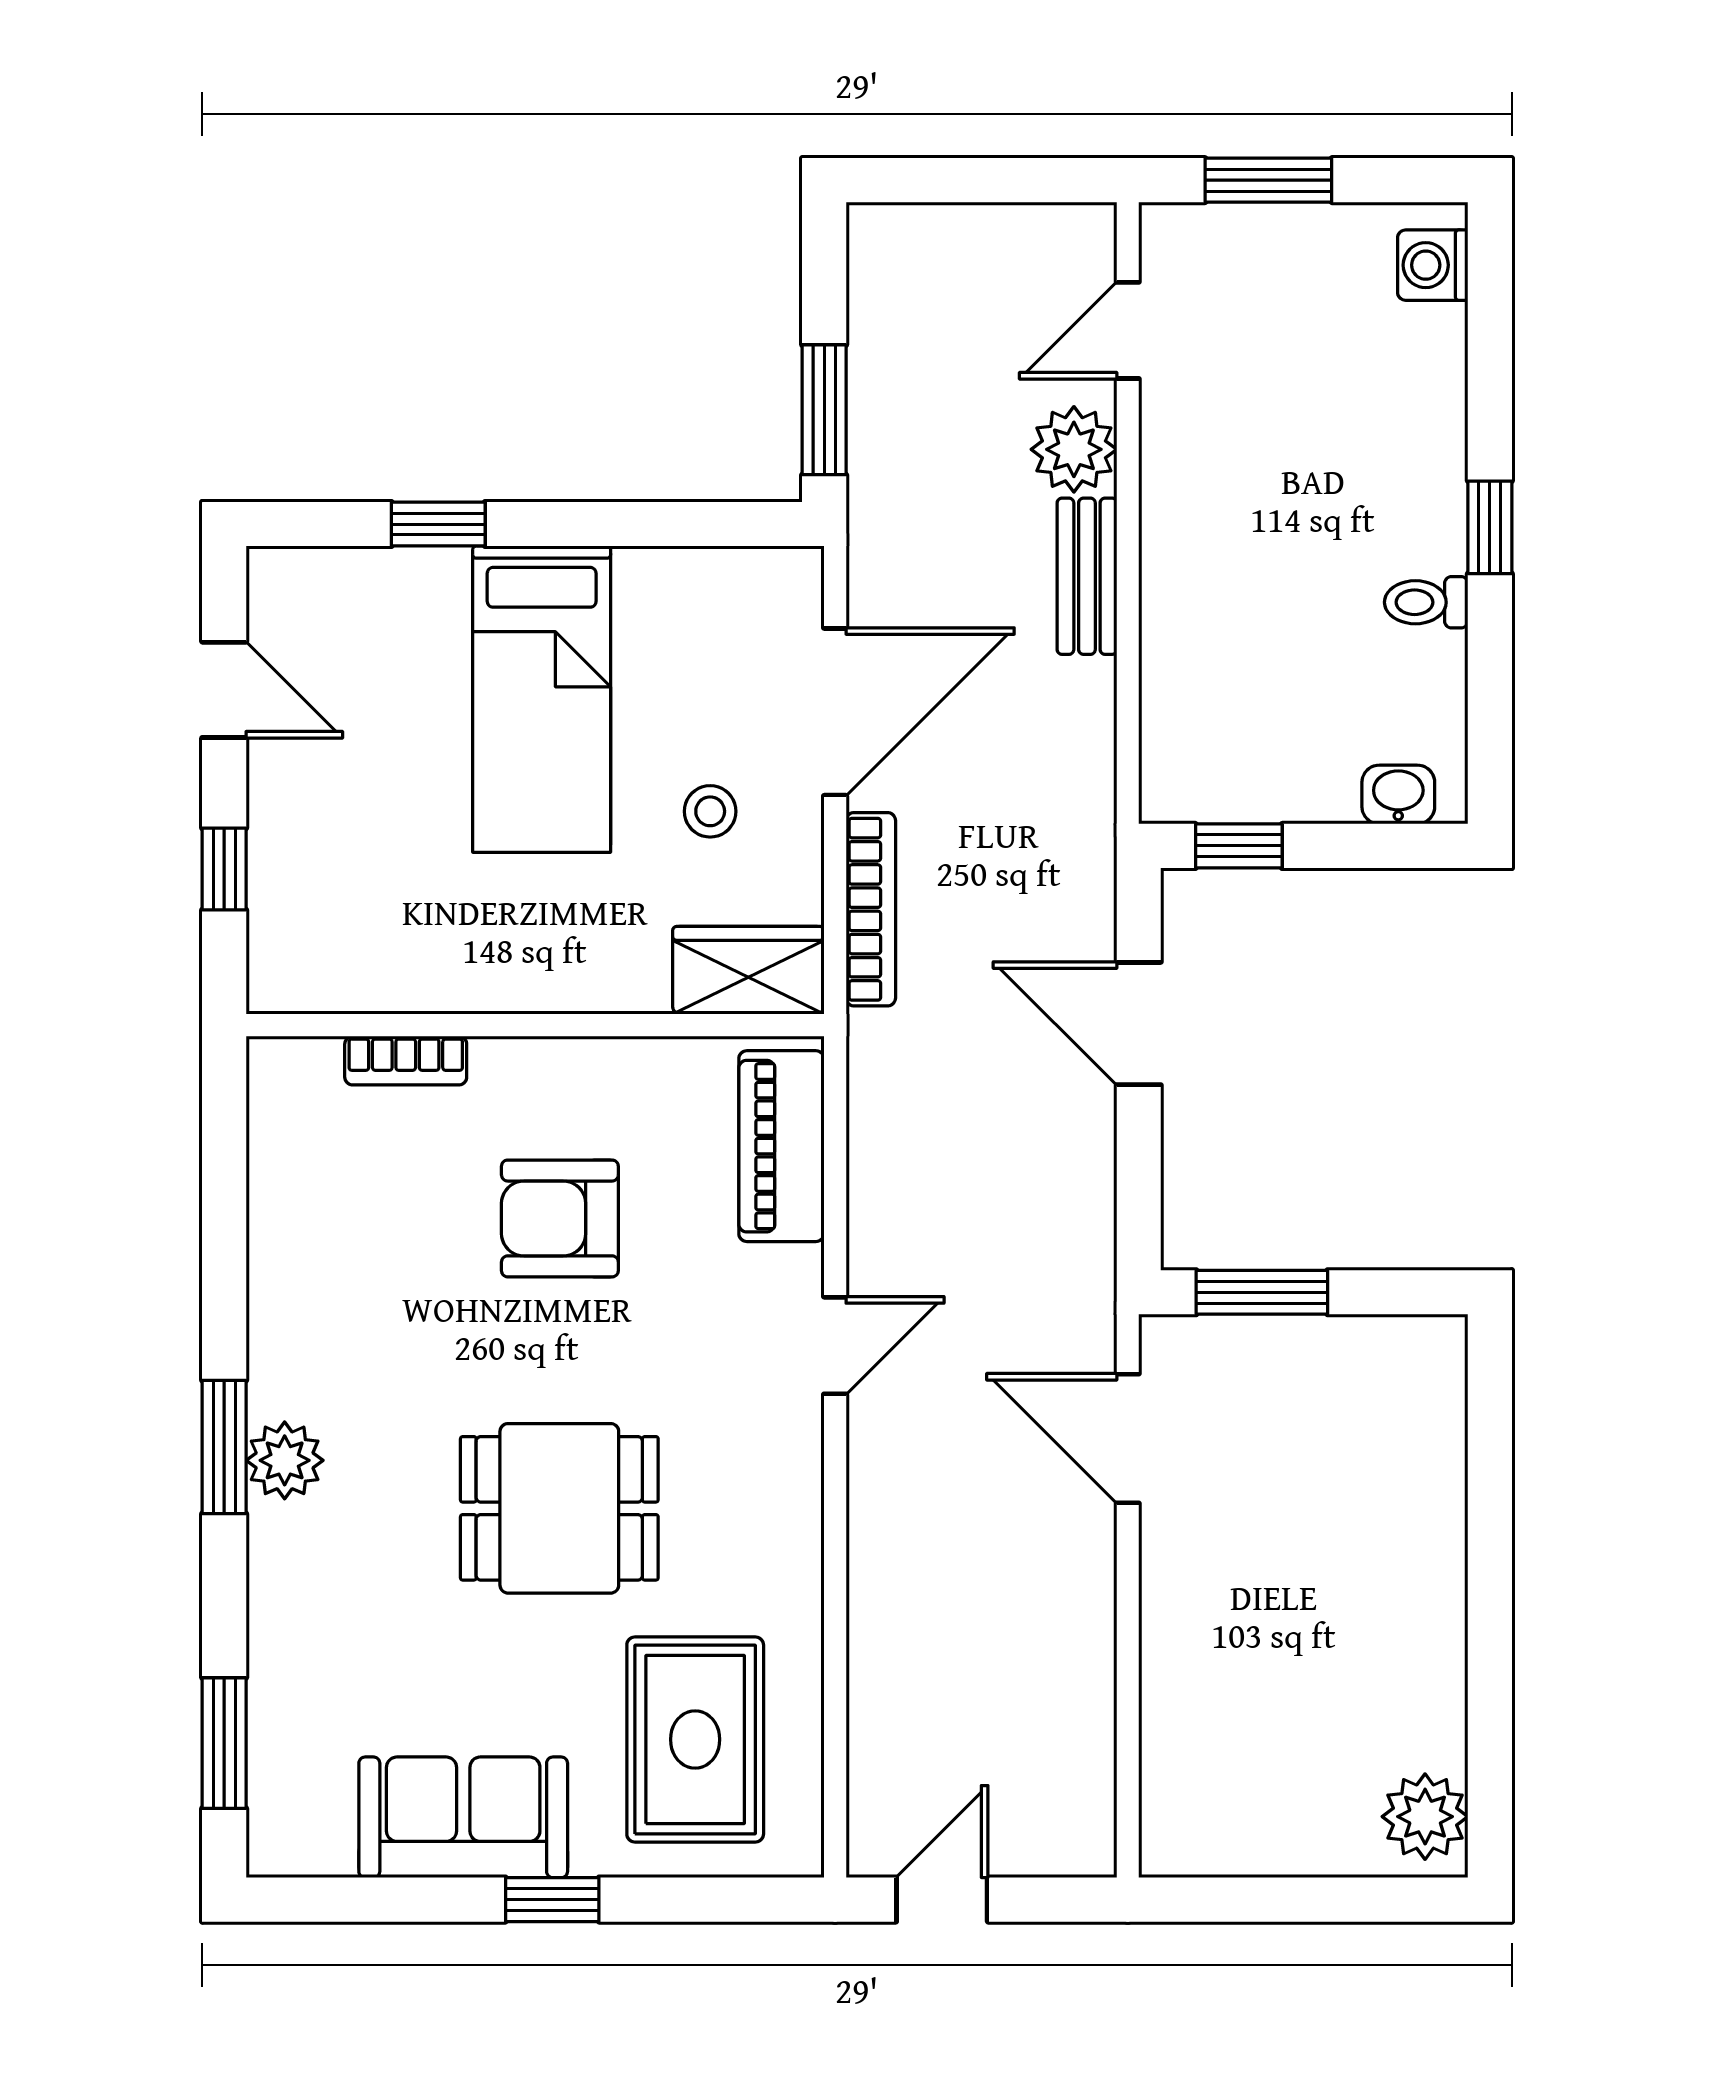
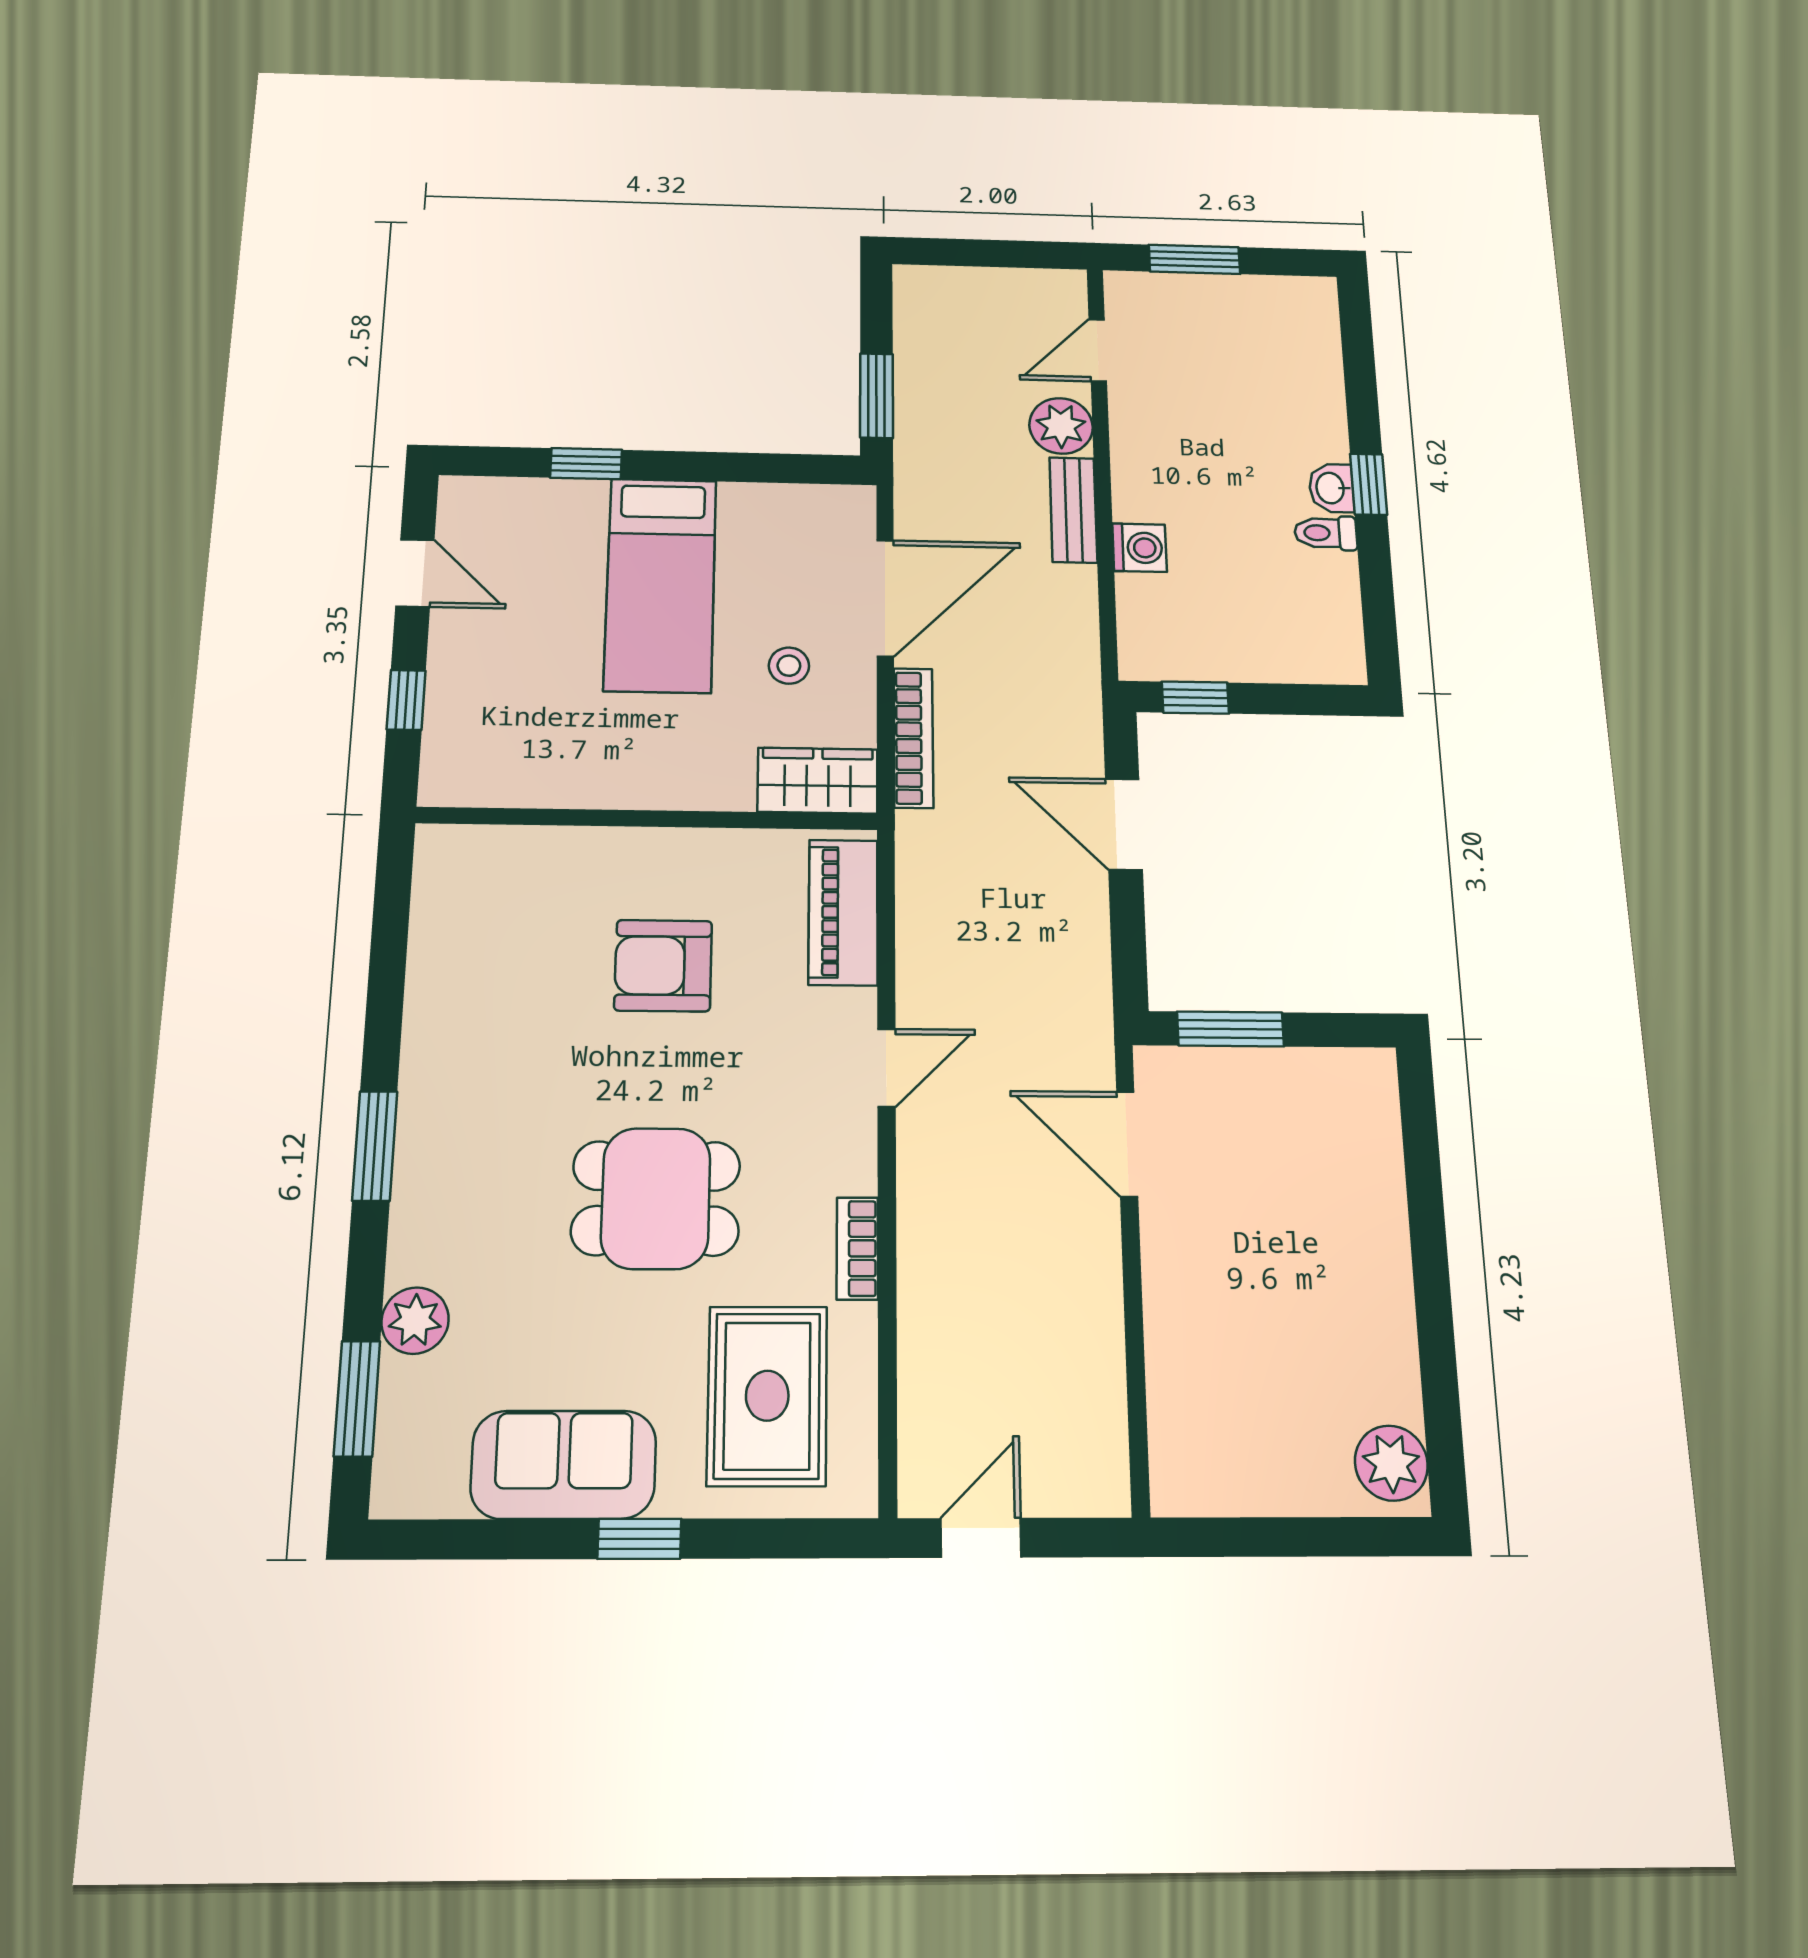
washing machine: (1433, 265) -> (1140, 548), moved, turned 180
washbasin: (1398, 795) -> (1331, 488), moved, turned -90
bookcase: (406, 1061) -> (857, 1248), moved, turned 90
plant: (285, 1460) -> (415, 1321), moved

